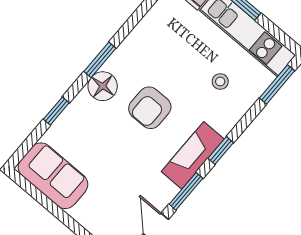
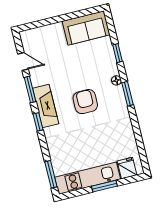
stool: (220, 81) -> (73, 147), removed
floor lamp: (103, 86) -> (116, 80), width x0.53, depth x0.53

